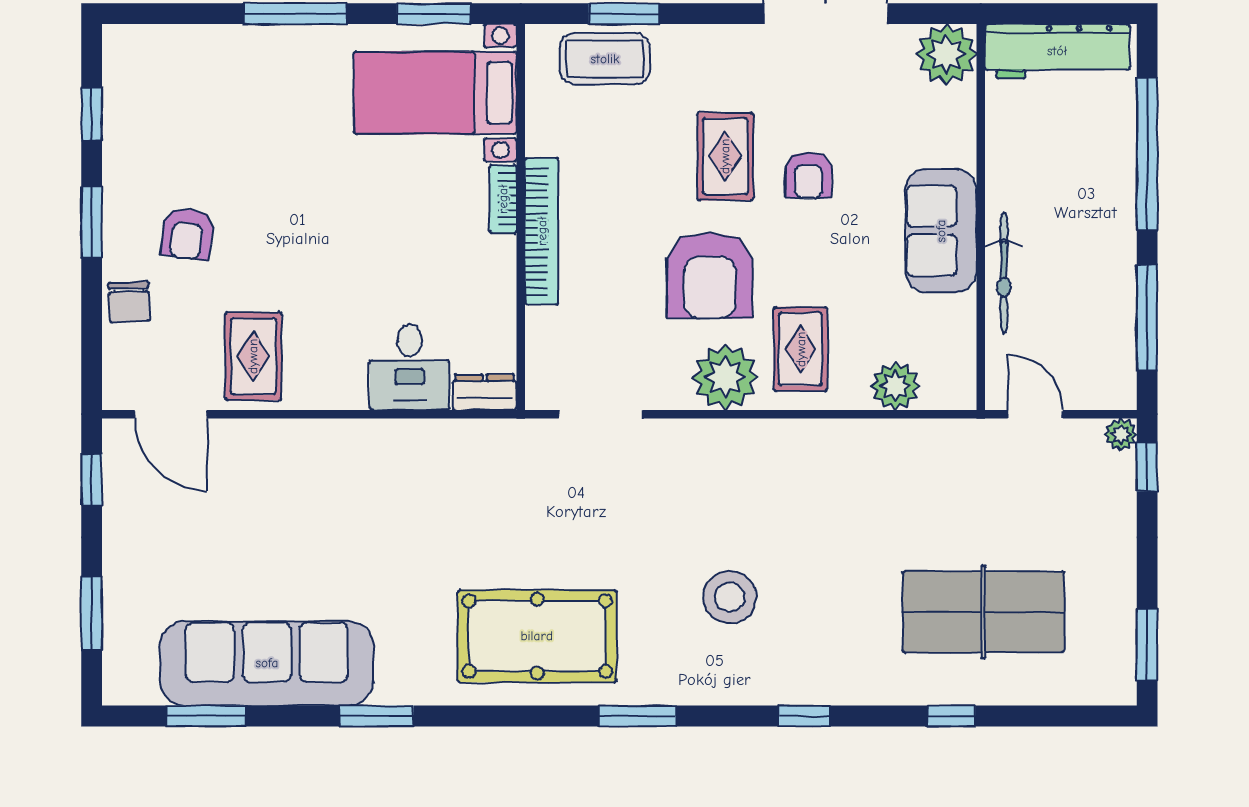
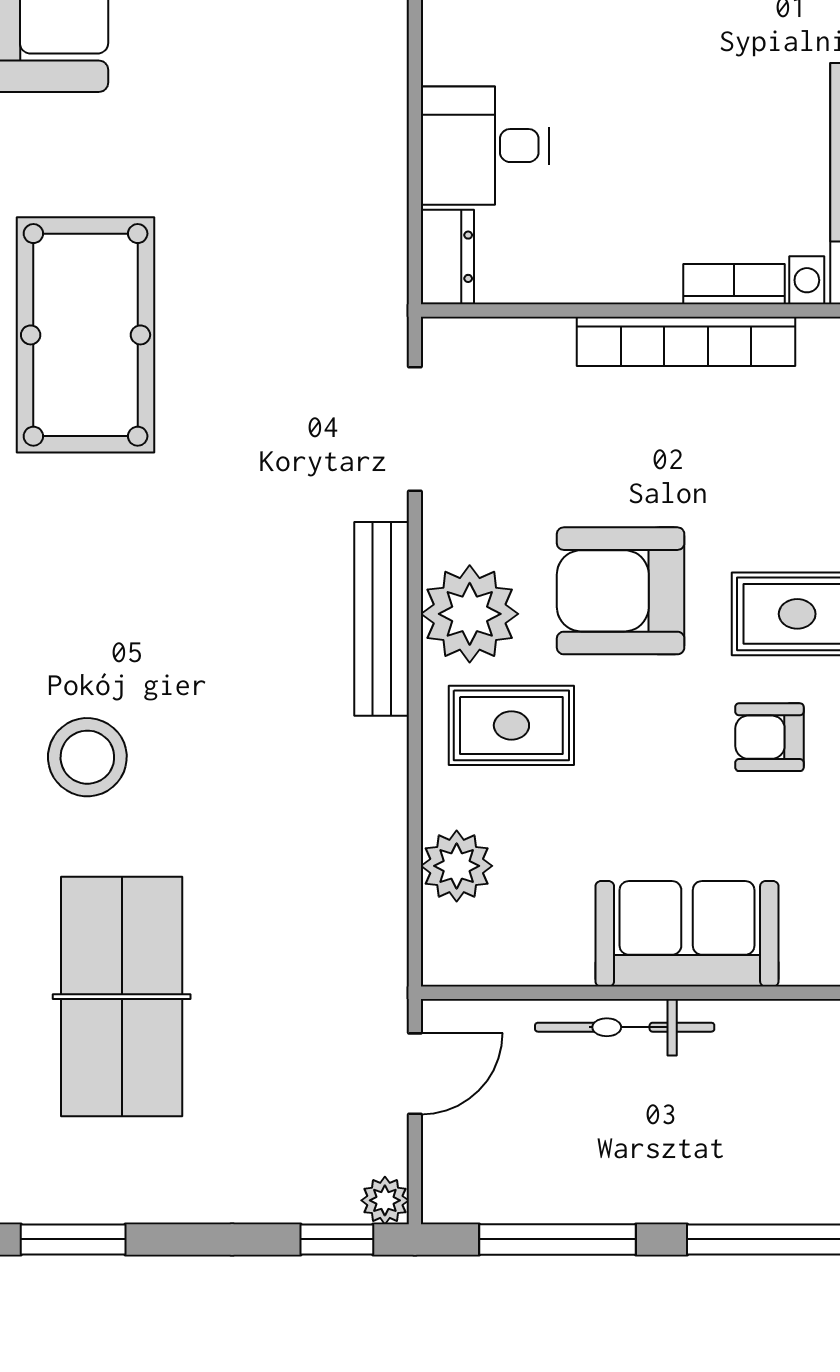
bench: (729, 437) -> (382, 619), added
stool: (730, 597) -> (87, 757), moved

